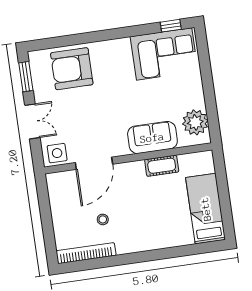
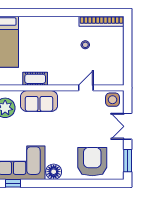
floor lamp: (120, 48) -> (54, 172), added
armchair: (72, 69) -> (92, 162), turned -90
door: (94, 163) -> (86, 88), width x0.53

